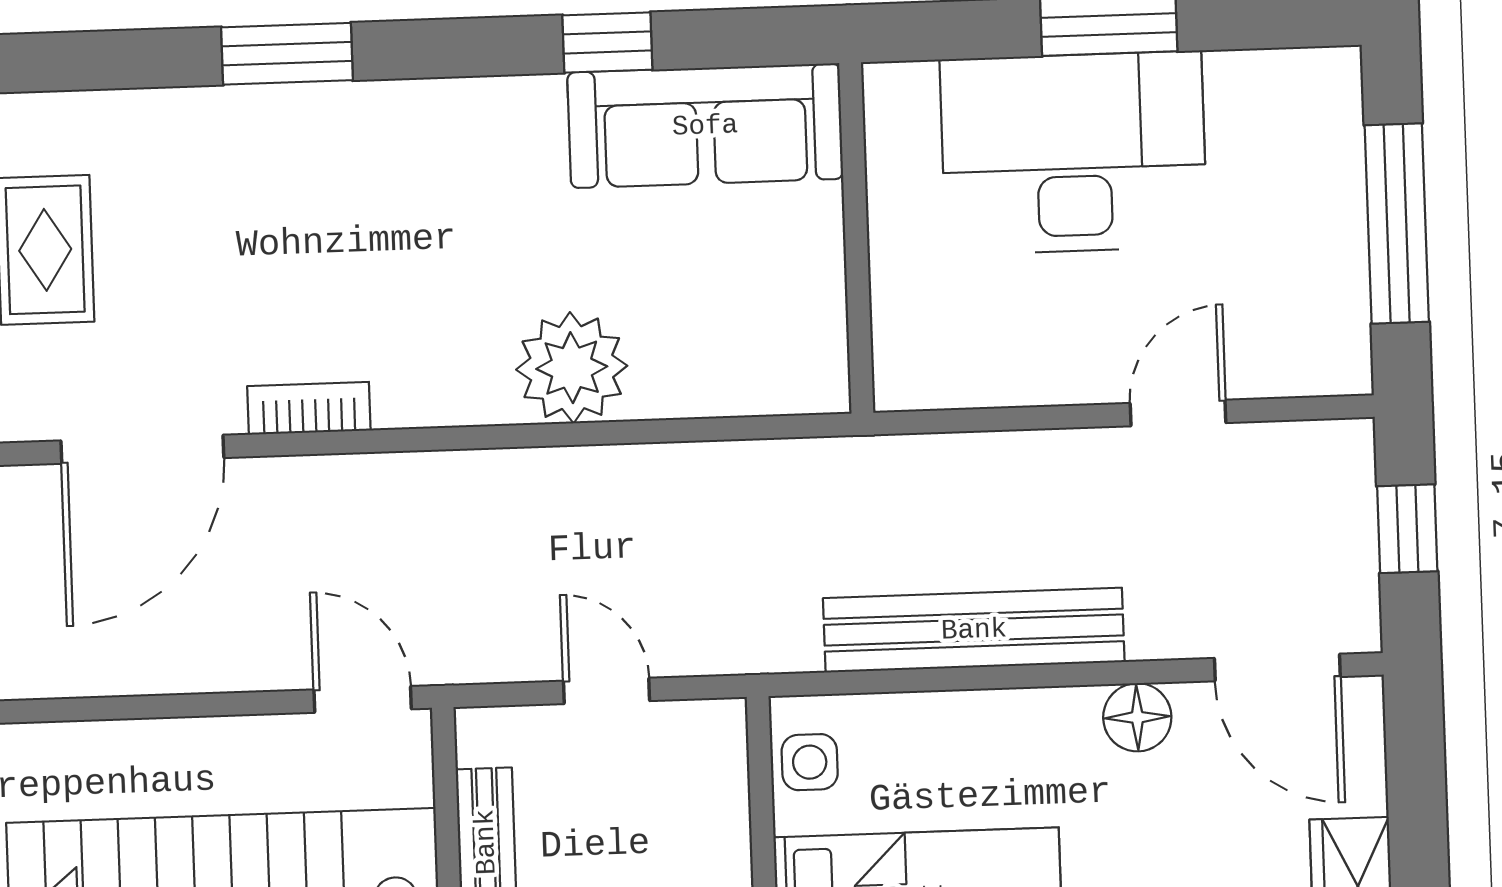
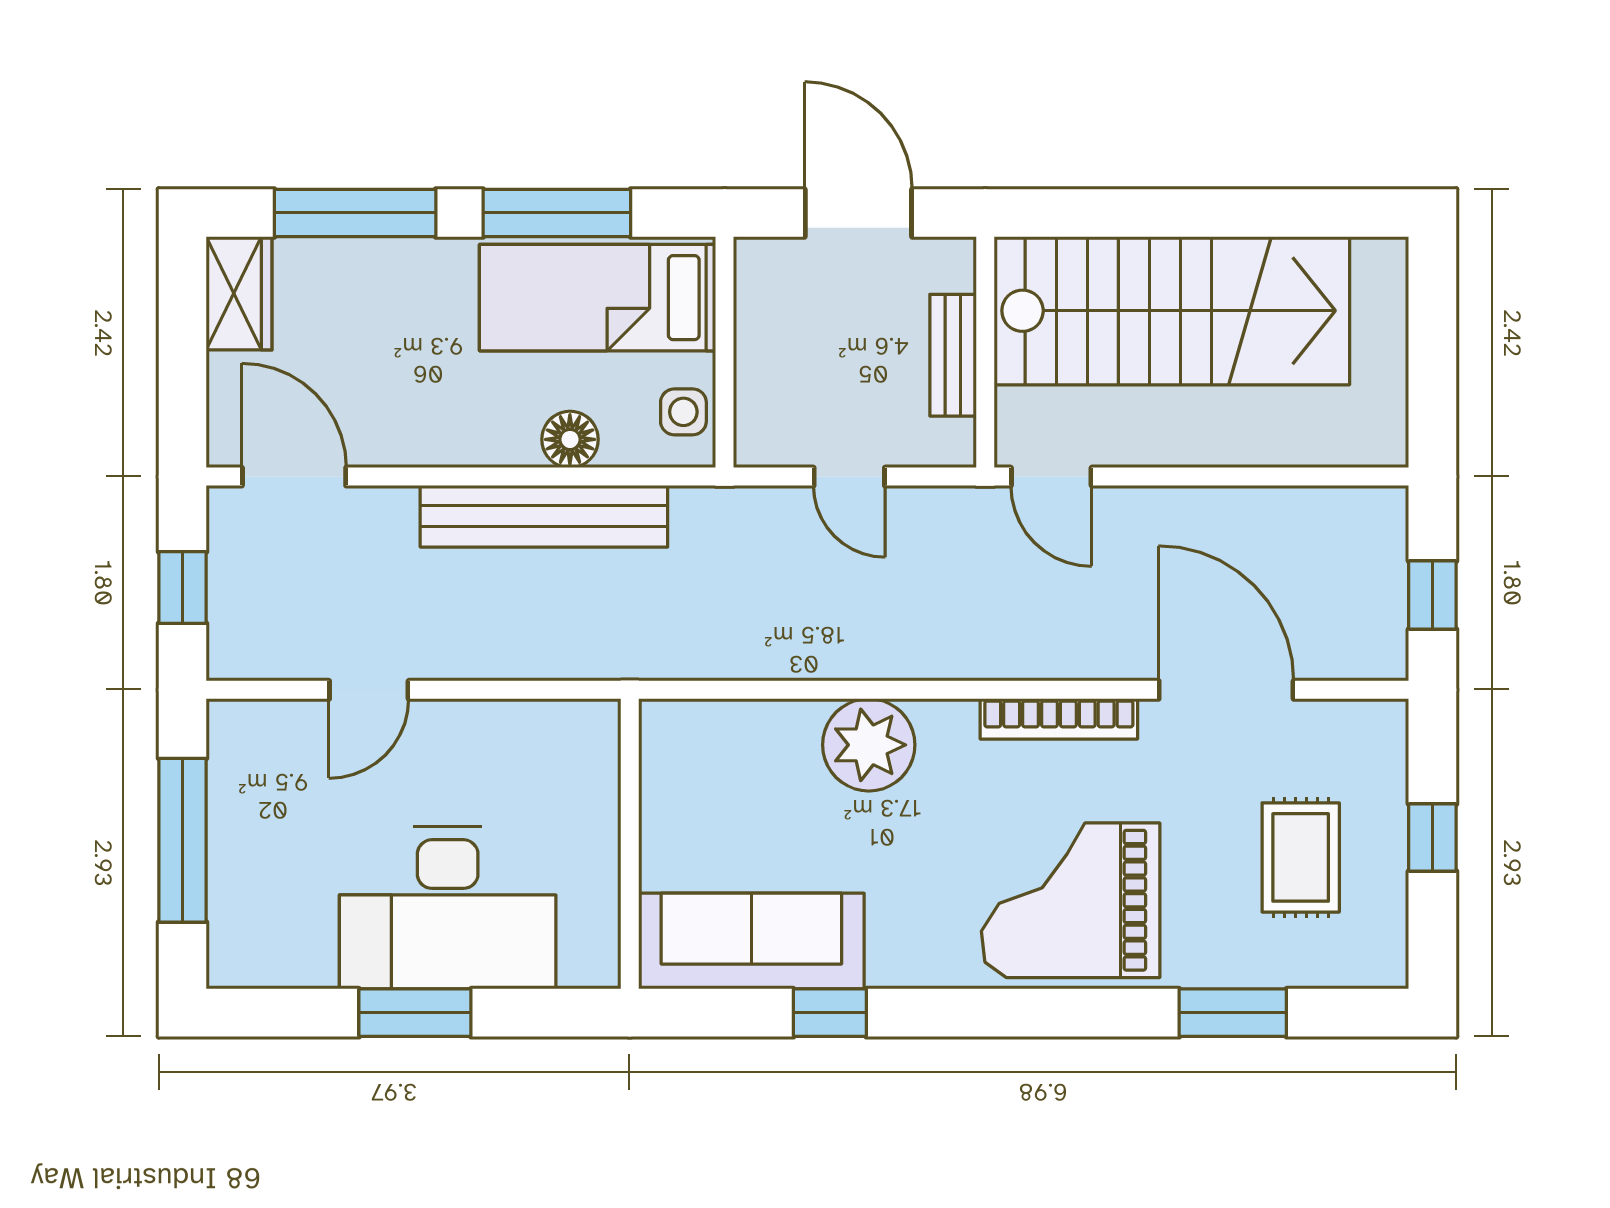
window: (287, 54) -> (1233, 1013), moved
grand piano: (321, 188) -> (1071, 900), added
bookcase: (309, 408) -> (1059, 719), width x1.56
door: (142, 449) -> (1226, 690), hinge flipped
floor lamp: (1137, 717) -> (570, 439), moved

